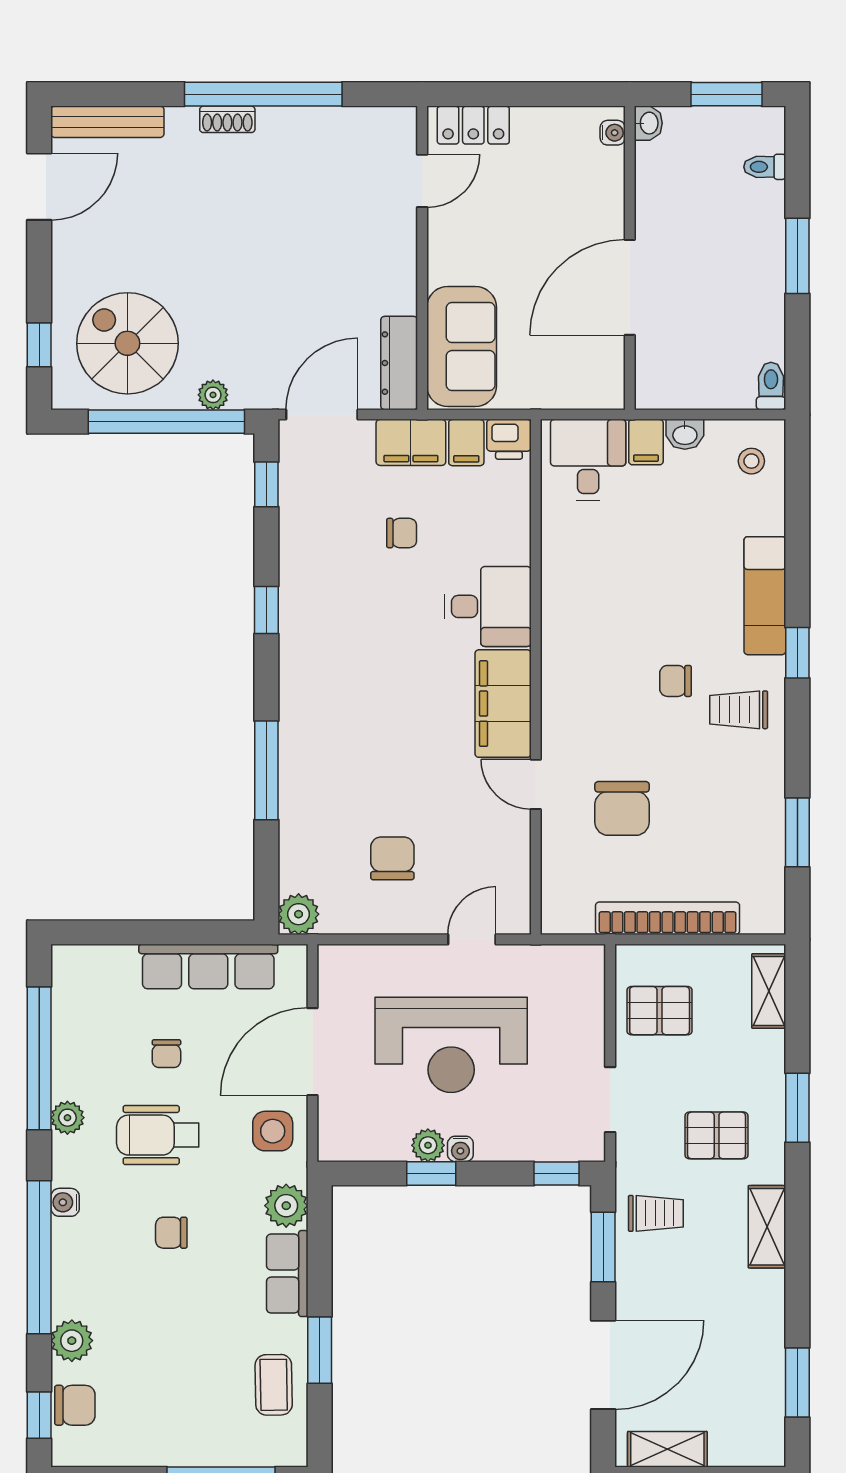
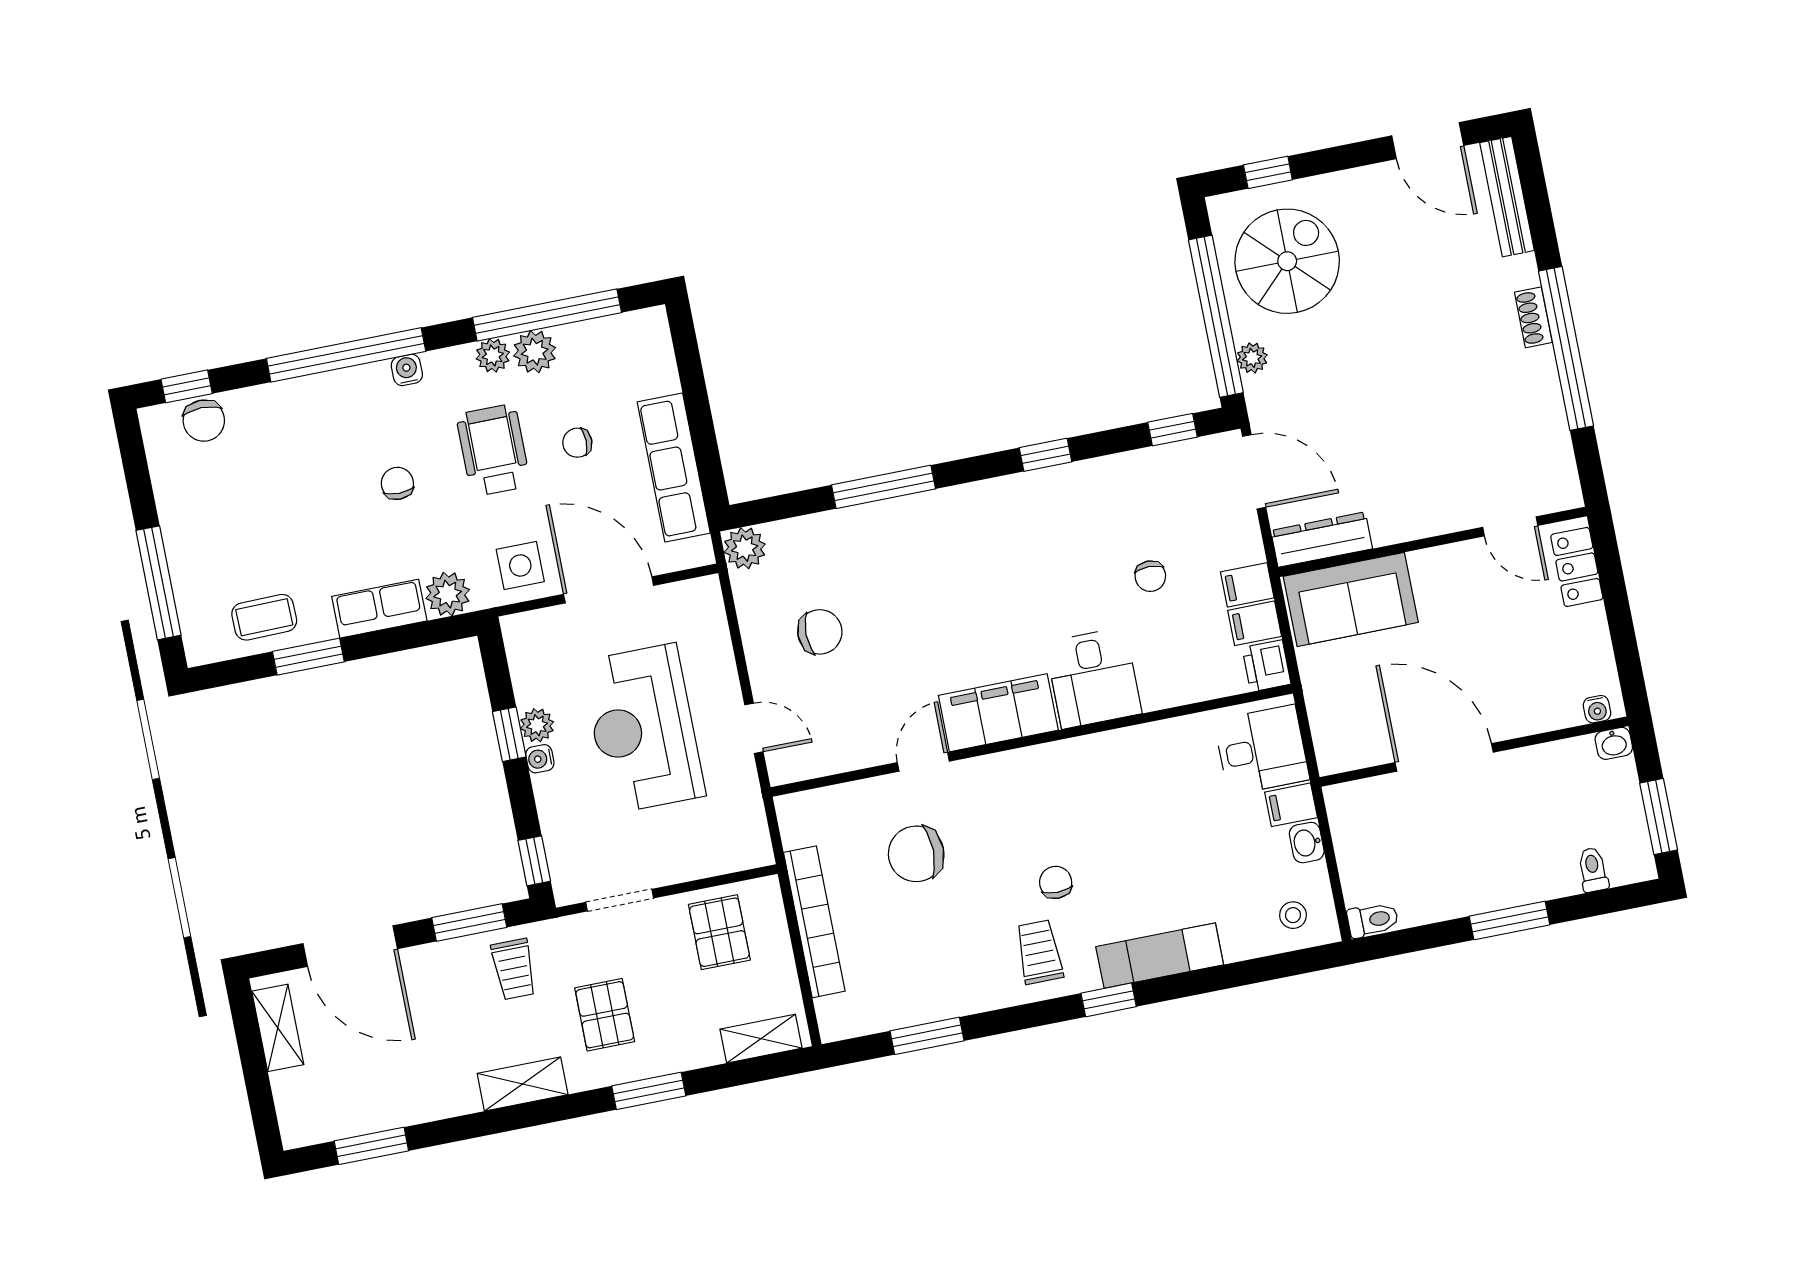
filing cabinet: (411, 442) -> (1247, 585), width x0.50
plant: (72, 1341) -> (535, 352), moved

